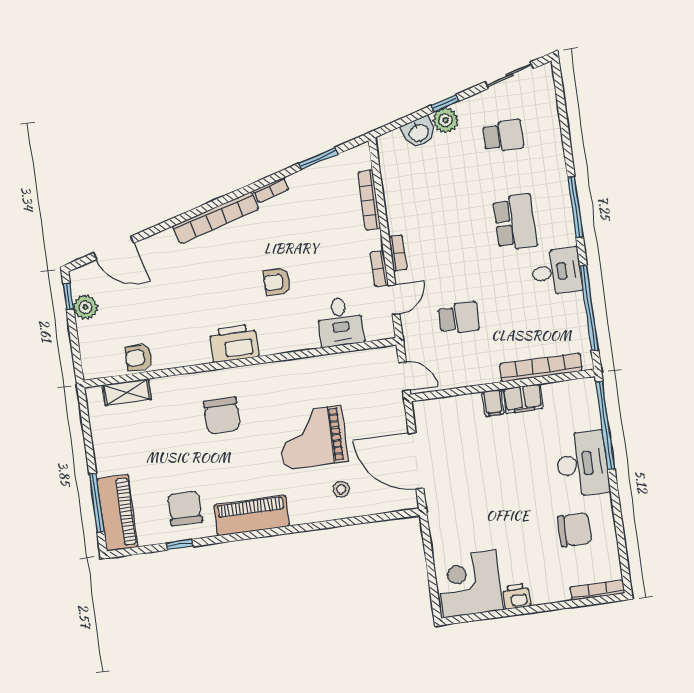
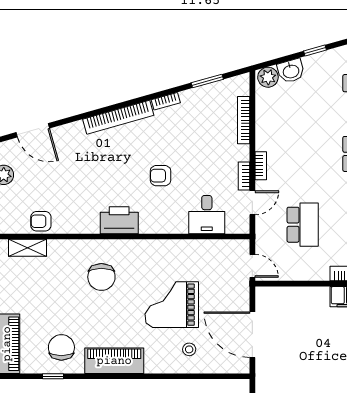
plant: (446, 120) -> (268, 77), moved
school desk: (459, 318) -> (303, 225), width x1.85
filing cabinet: (493, 403) -> (321, 297), removed

